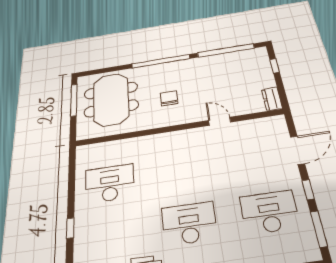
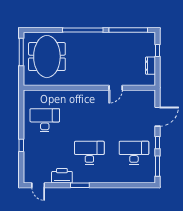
chair: (169, 98) -> (86, 63), removed
dresser: (272, 99) -> (150, 66), moved
door: (220, 121) -> (116, 88), swing flipped

